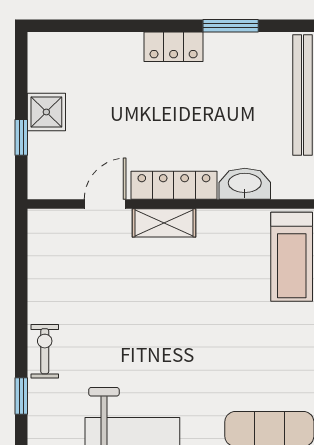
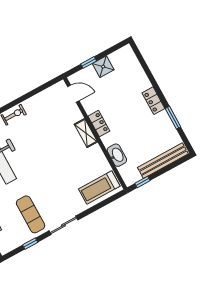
locker: (174, 185) -> (99, 124), width x0.66
door: (105, 204) -> (73, 94), moved

